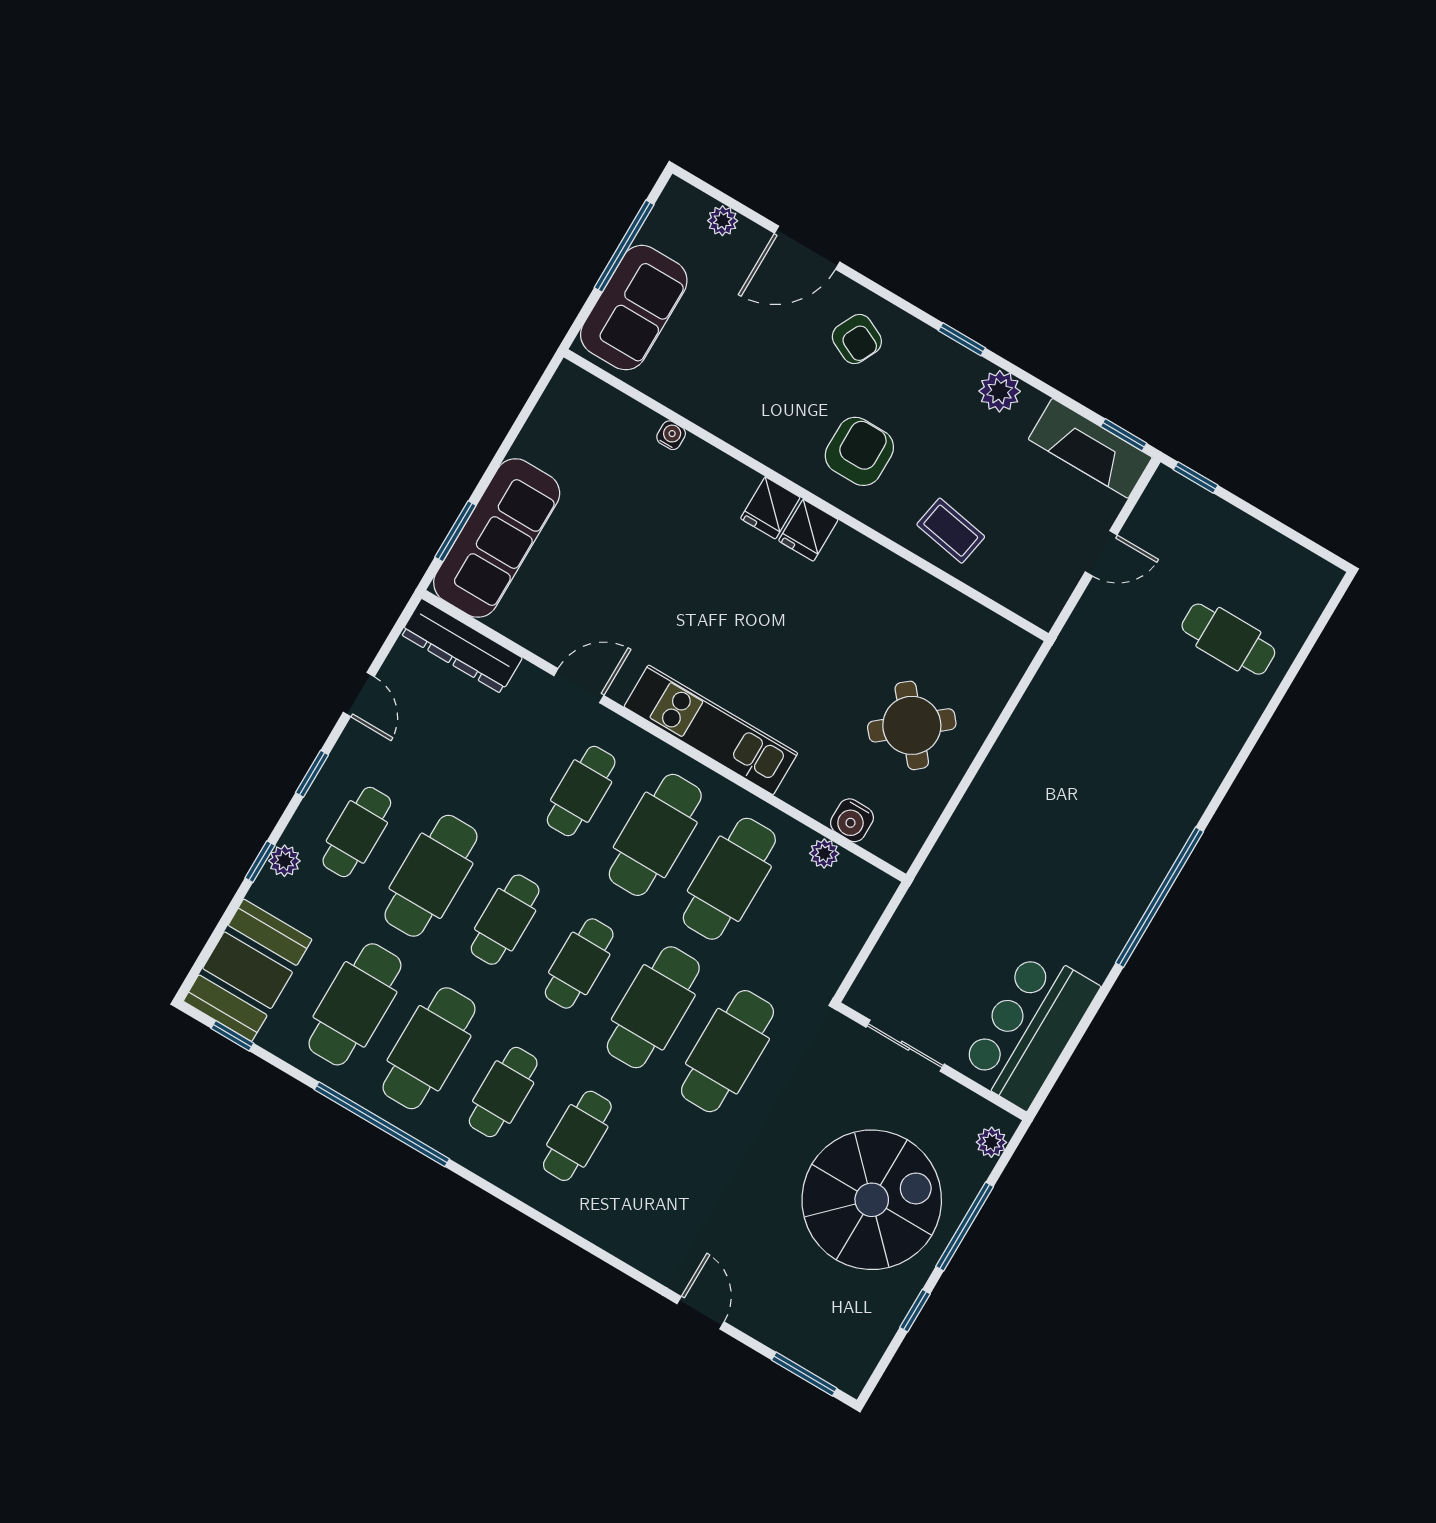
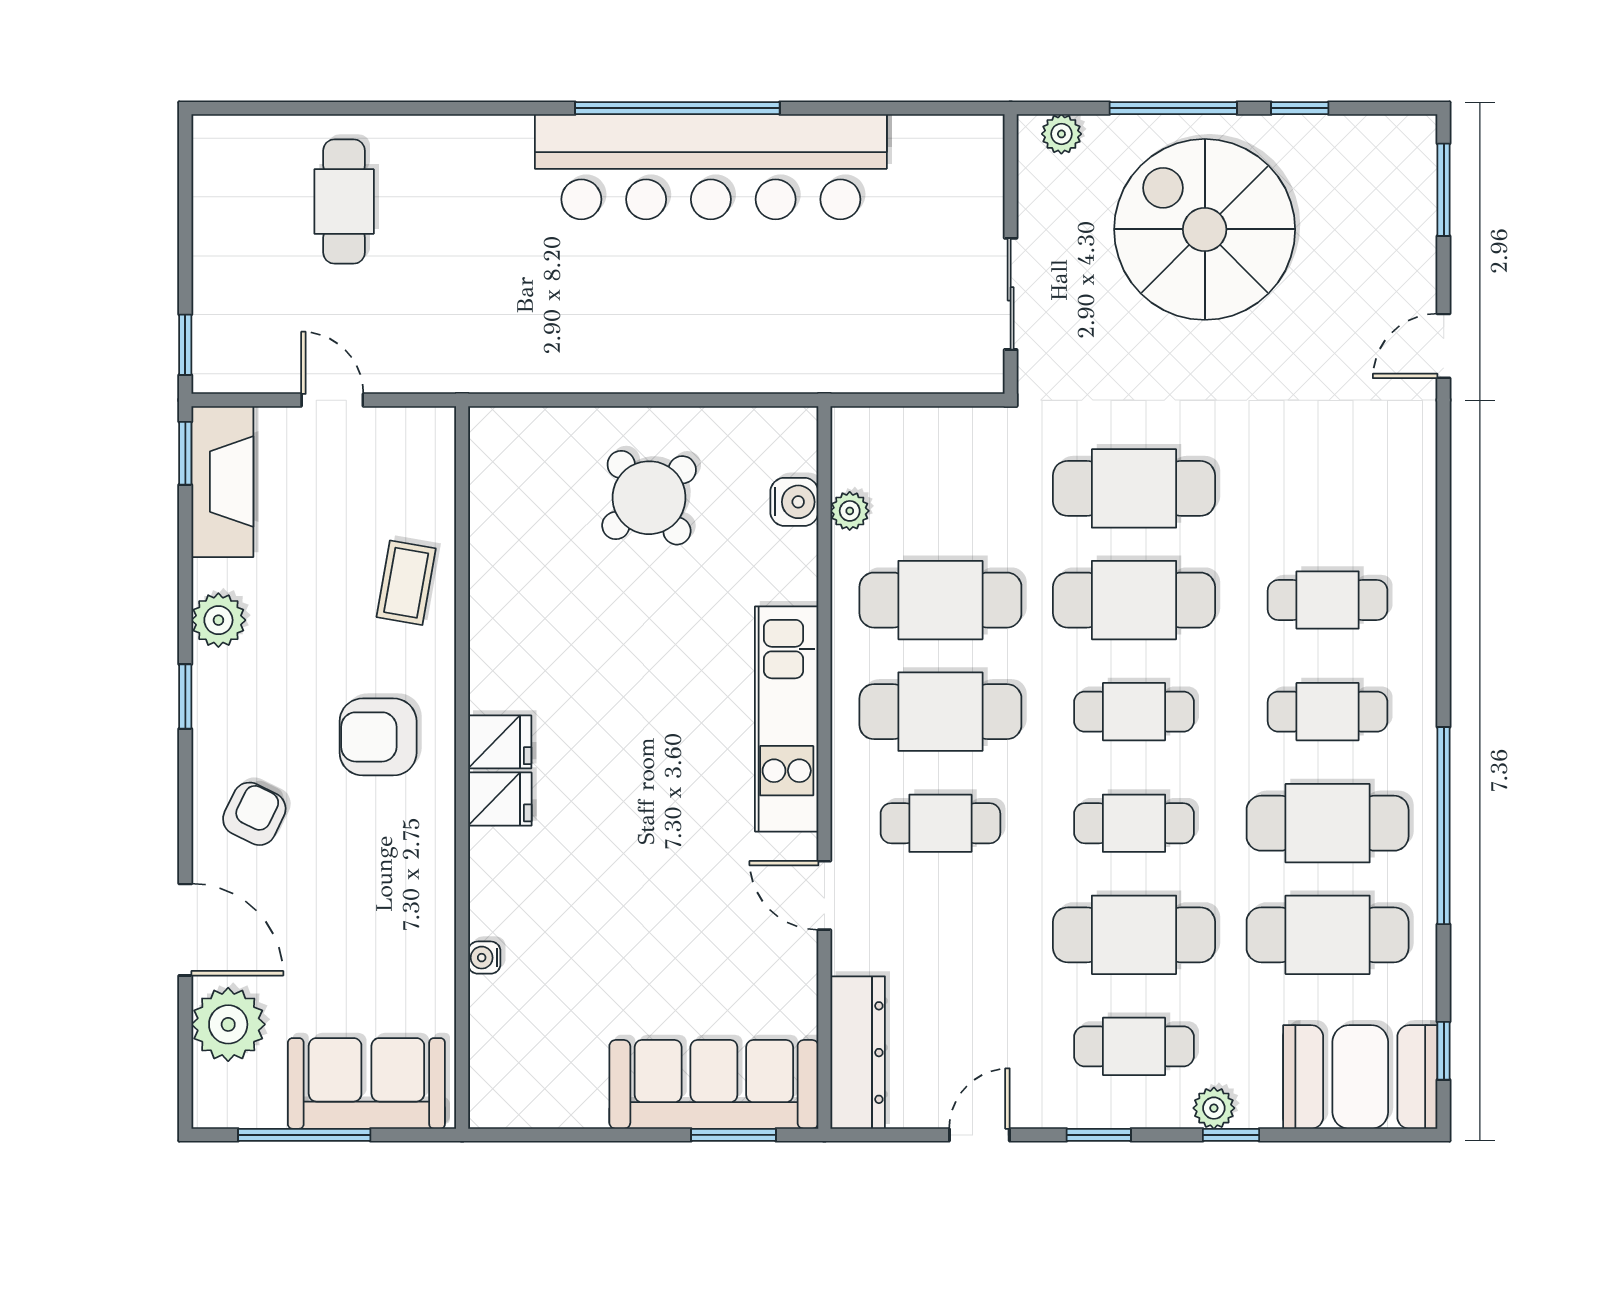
plant: (723, 221) -> (228, 1024), width x1.87, depth x1.87
bar counter: (1029, 1029) -> (711, 167), moved, width x1.86

